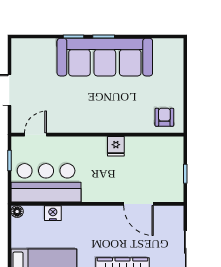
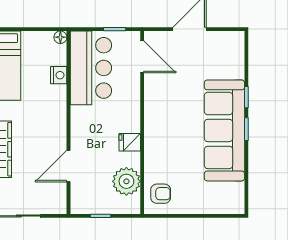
door: (36, 135) -> (142, 57), width x1.38
plant: (153, 149) -> (126, 181), added

